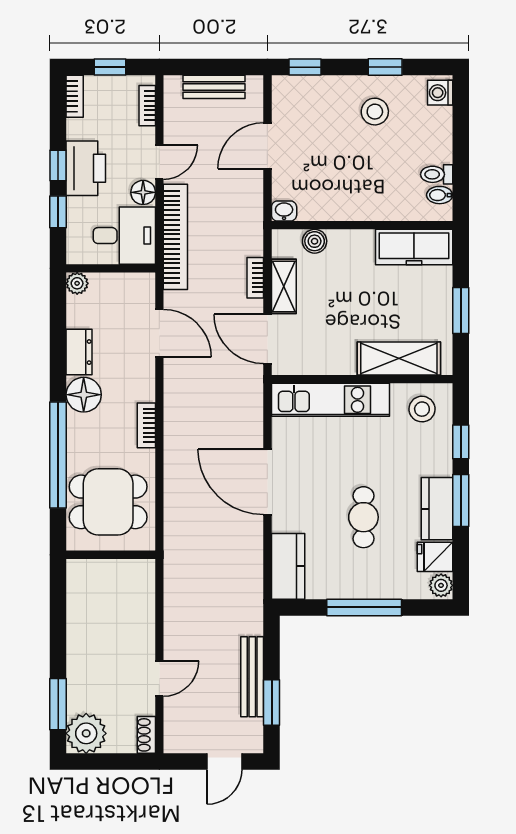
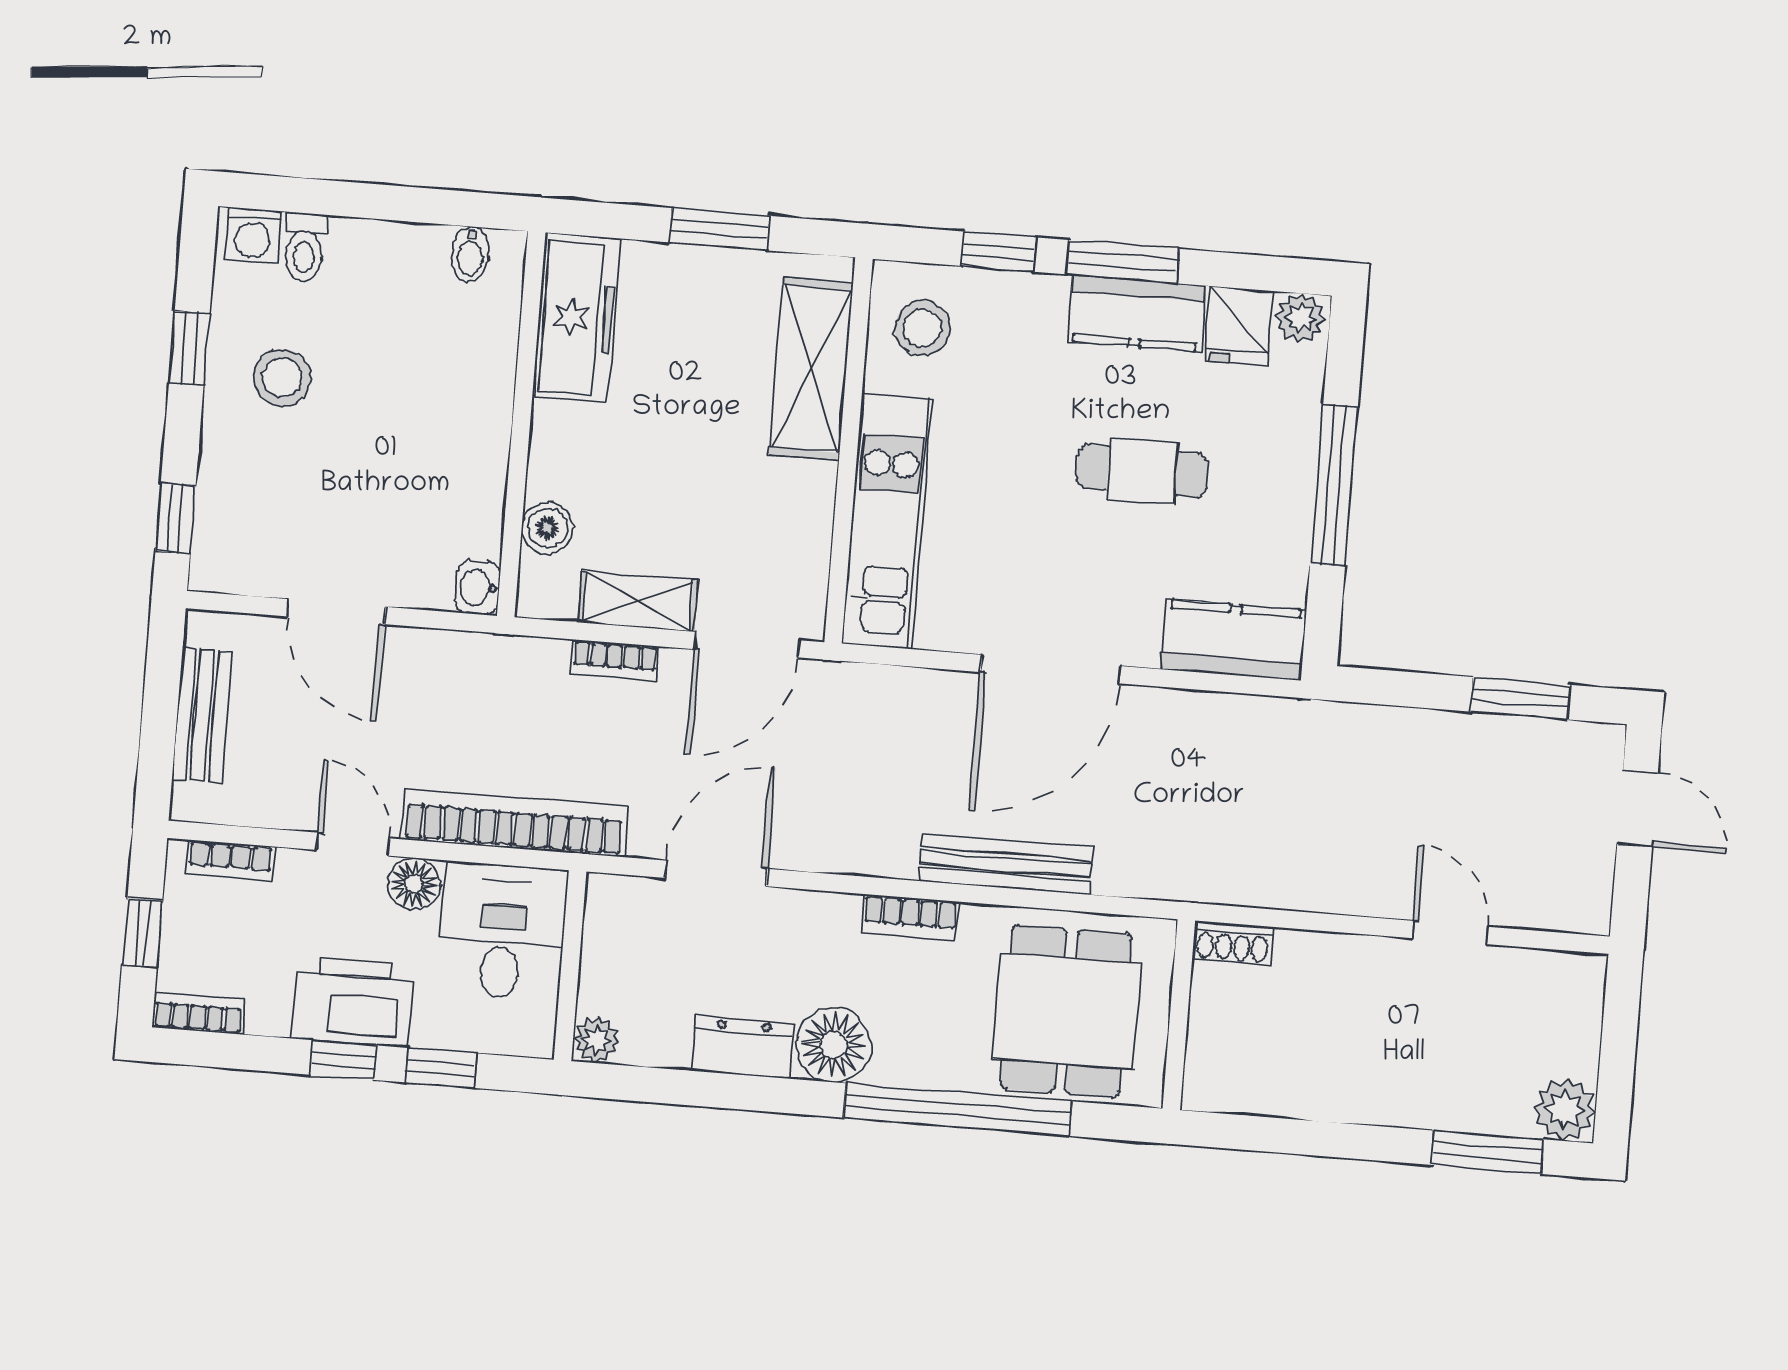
toilet: (437, 174) -> (304, 247), moved
bench: (252, 677) -> (1006, 864), moved
plant: (86, 733) -> (1565, 1110), width x0.73, depth x0.73
shoe rack: (146, 735) -> (1233, 943), moved

